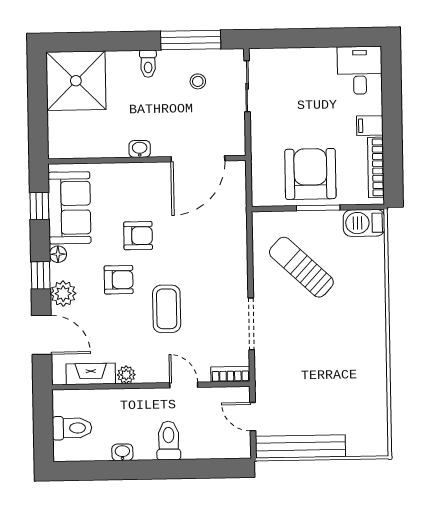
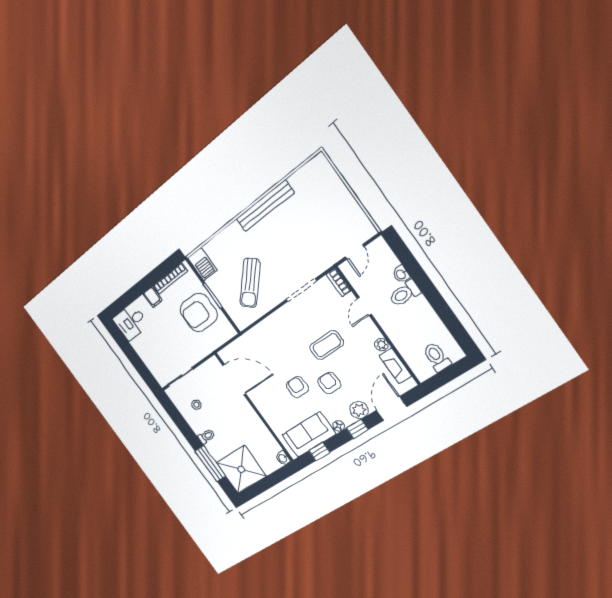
window: (191, 40) -> (210, 464), moved
washbasin: (140, 149) -> (283, 458), moved
bench: (300, 446) -> (265, 206), moved, turned 90
washbasin: (122, 452) -> (401, 274), moved

